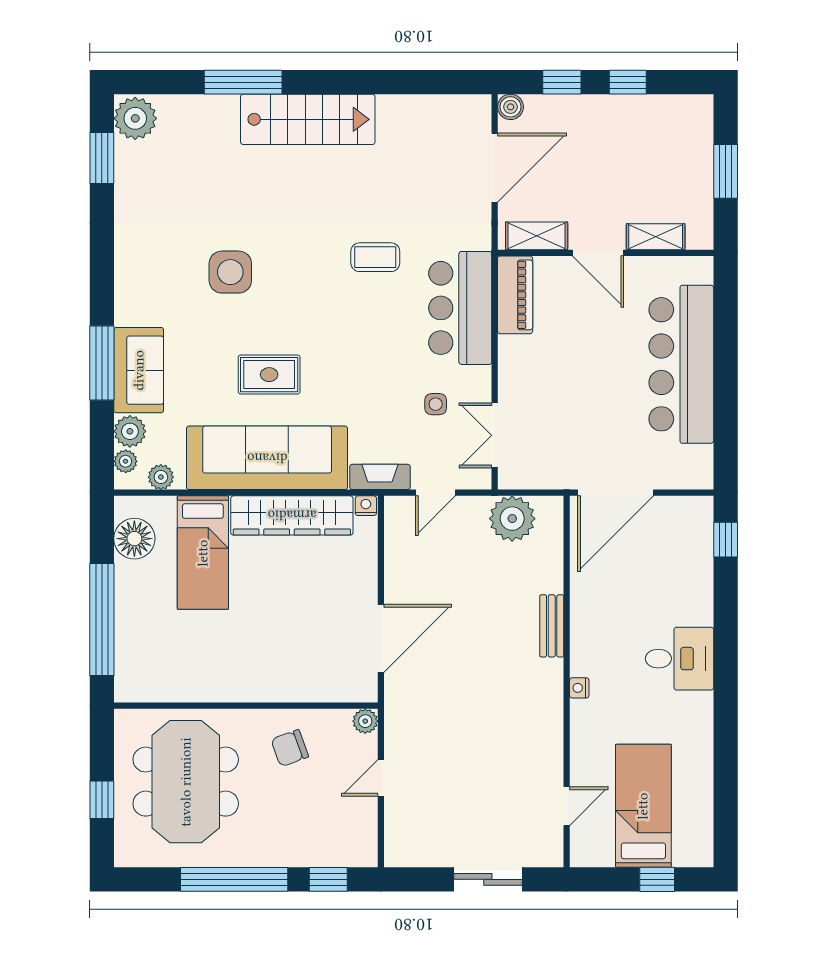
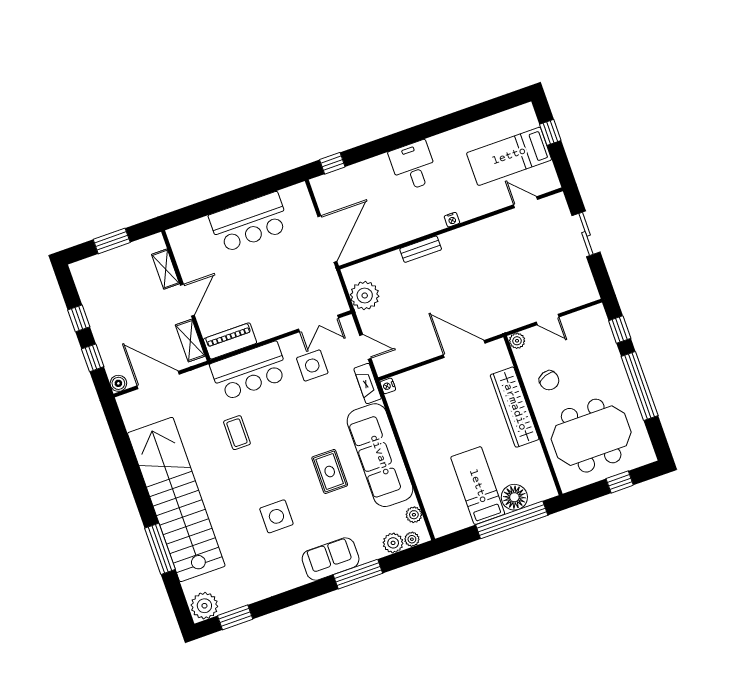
stairs: (308, 119) -> (176, 499), width x1.86, depth x1.51
bar counter: (681, 364) -> (249, 222), width x0.73
sofa: (139, 370) -> (331, 559), moved
side table: (436, 404) -> (312, 366), width x1.87, depth x1.87
door: (616, 493) -> (327, 239), hinge flipped
wardrobe: (292, 515) -> (515, 407), moved, turned 180
floor lamp: (134, 539) -> (514, 497), moved
bed: (203, 553) -> (478, 486), moved, turned -90

